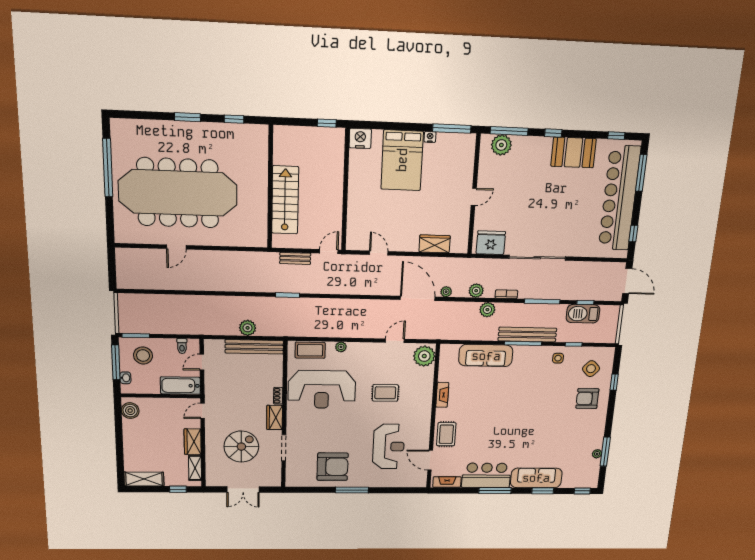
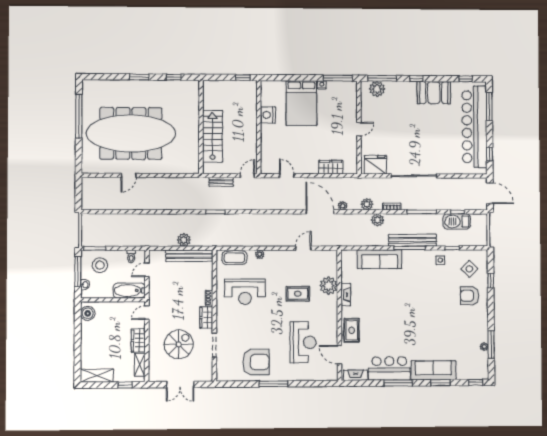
nightstand: (360, 138) -> (268, 115), moved, turned -90
plant: (424, 356) -> (329, 286), moved
reception desk: (322, 389) -> (245, 292), width x0.74, depth x0.77

